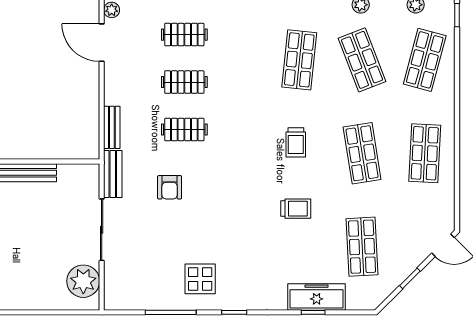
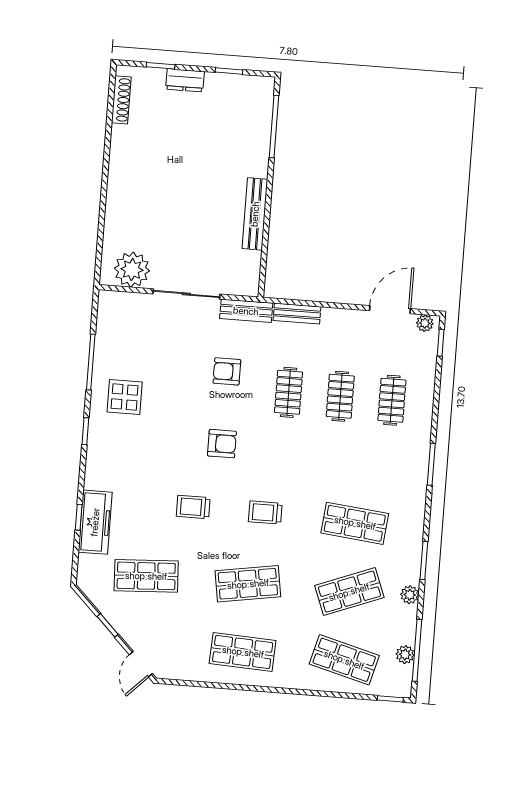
armchair: (236, 187) -> (222, 444), added
trolley: (296, 209) -> (193, 507), turned 90

